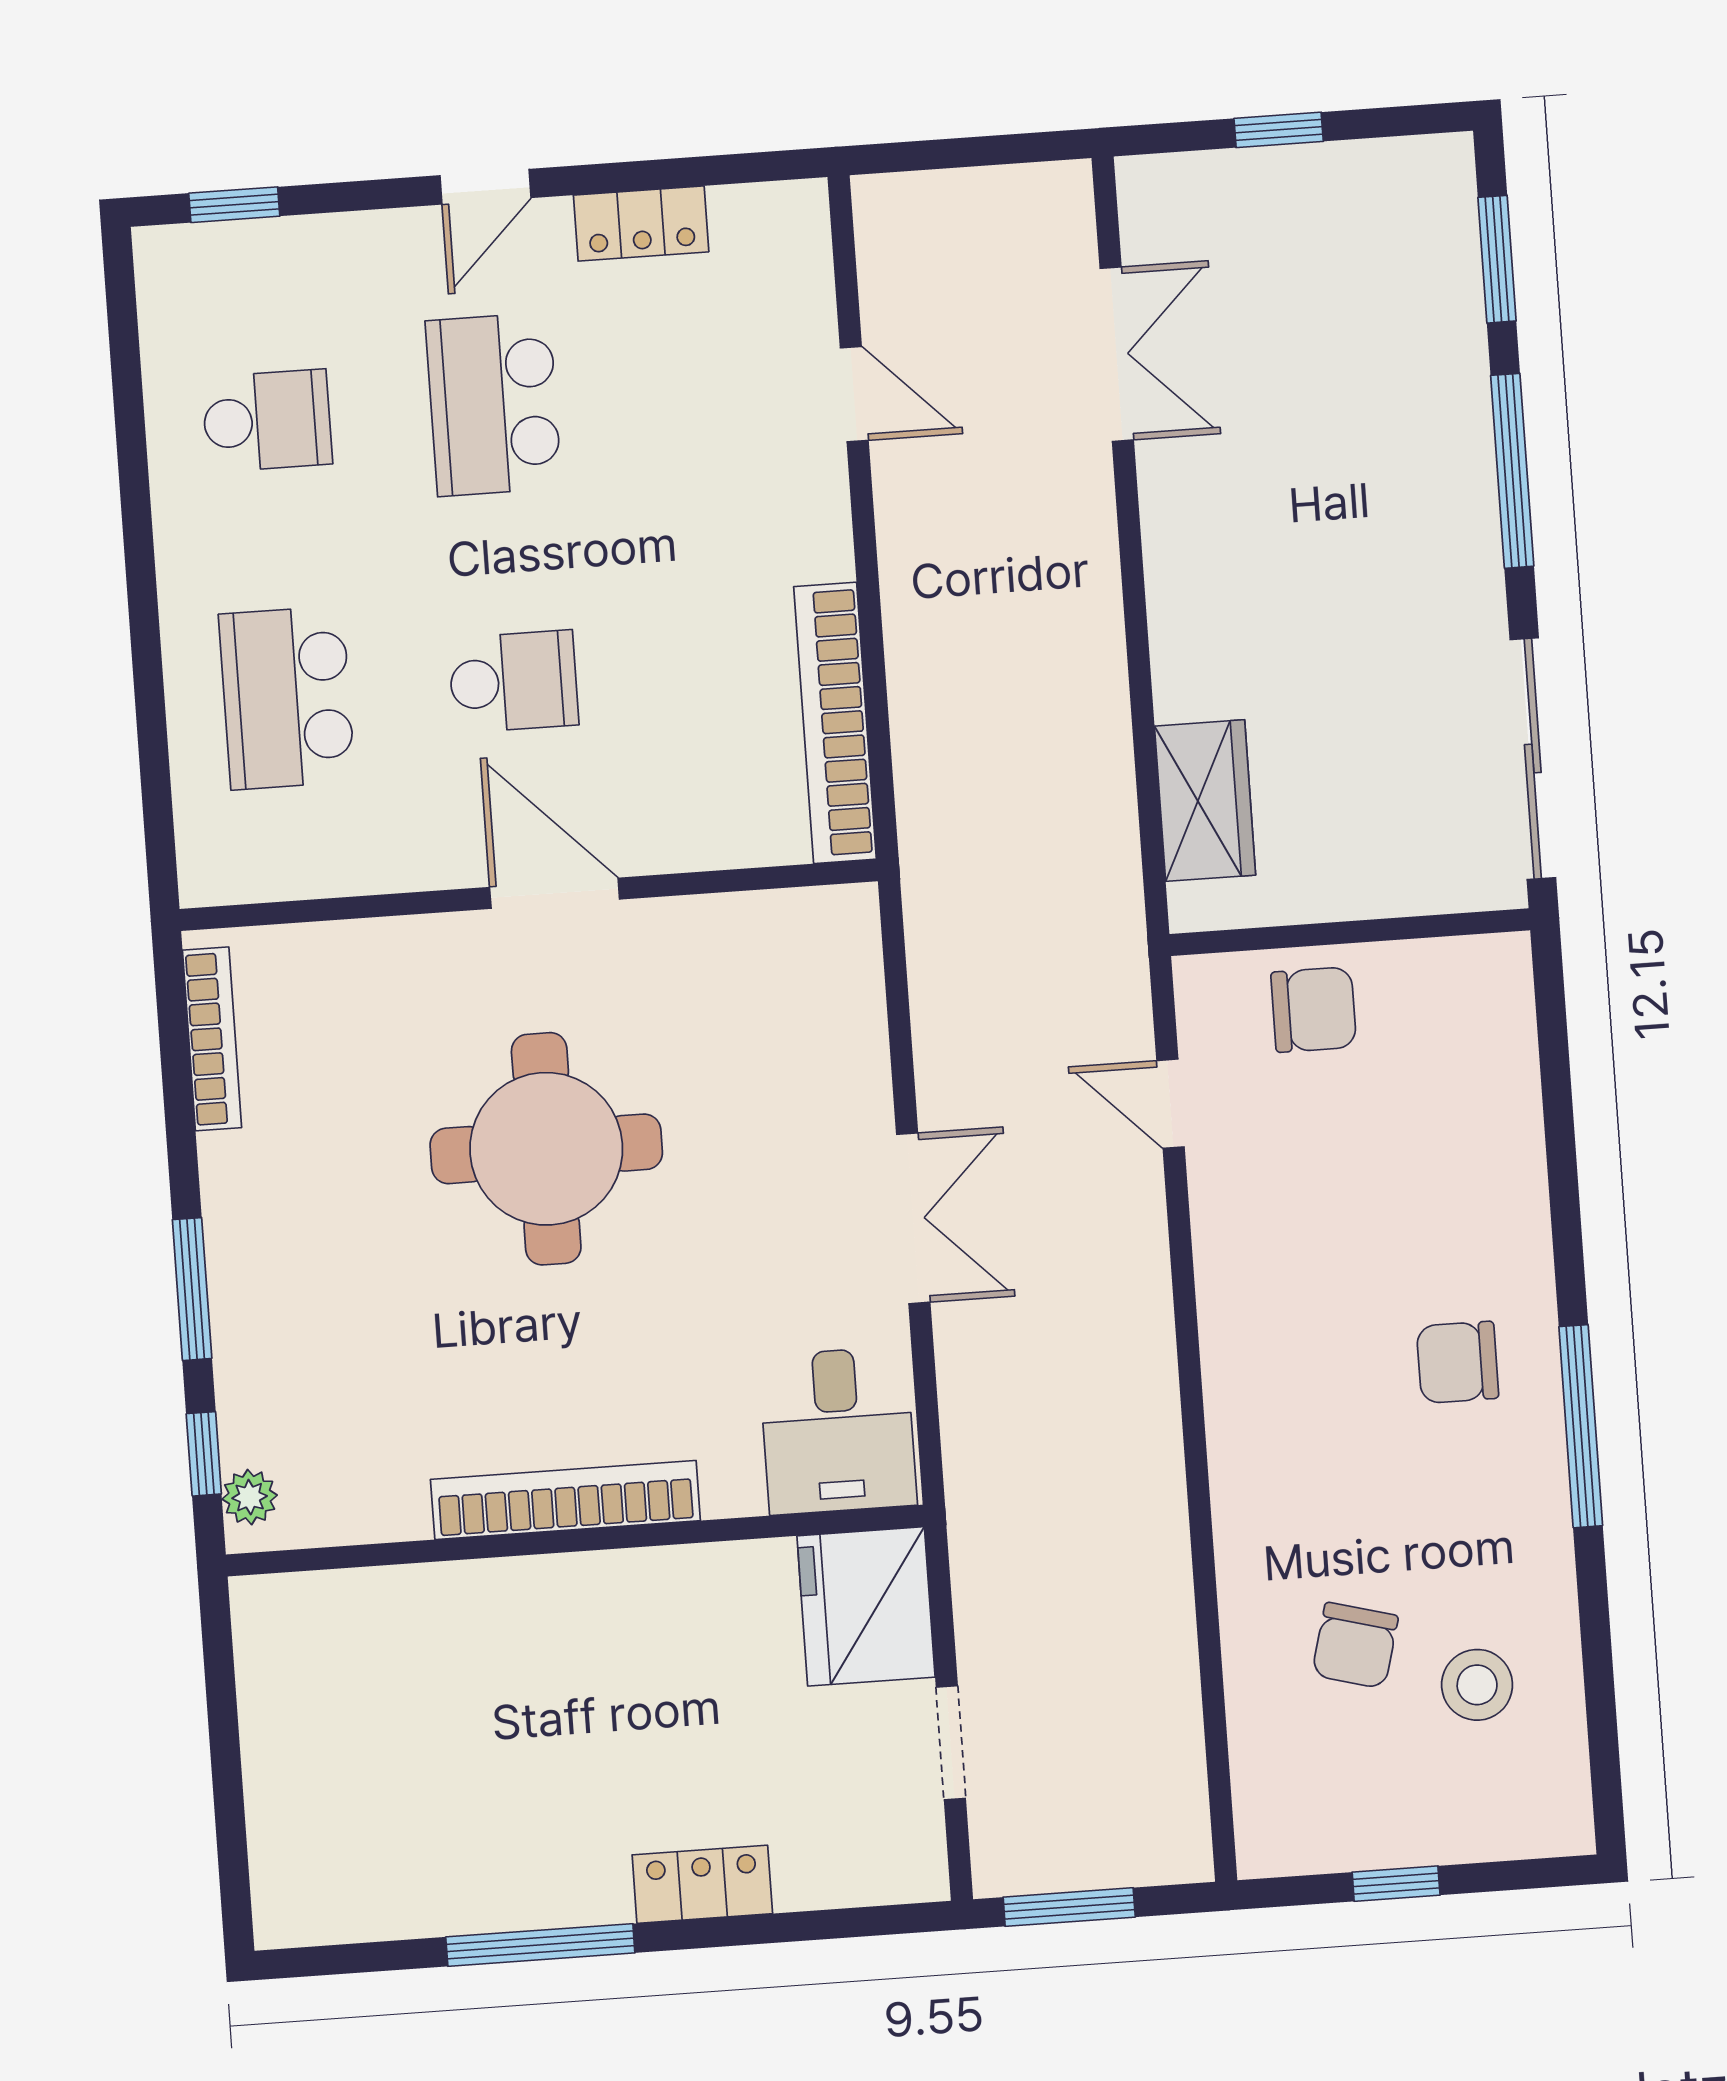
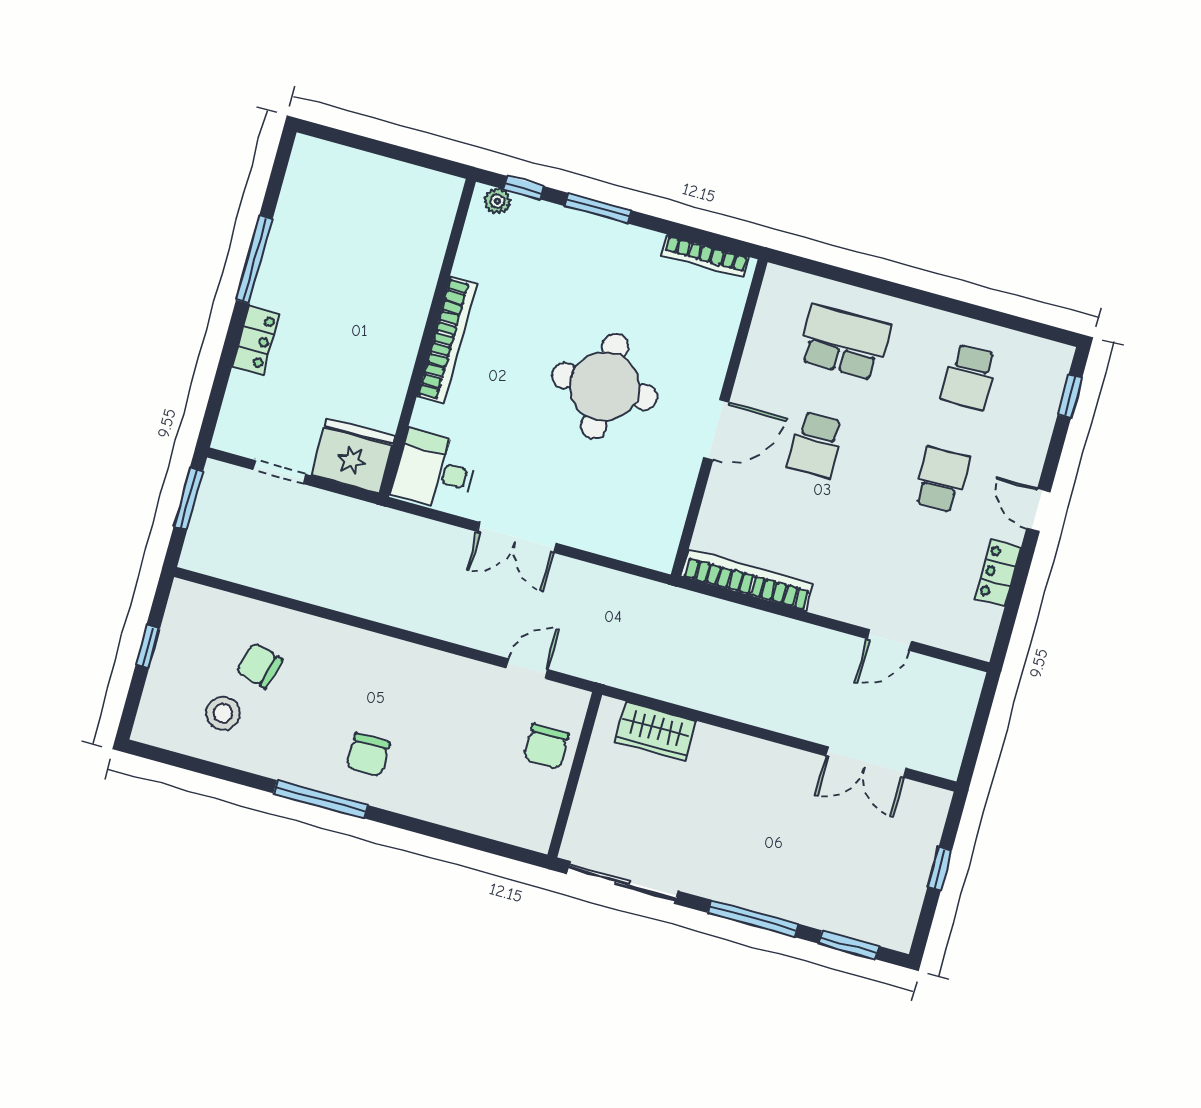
school desk: (494, 404) -> (941, 479), width x0.54
chair: (1458, 1362) -> (368, 755), turned 180

